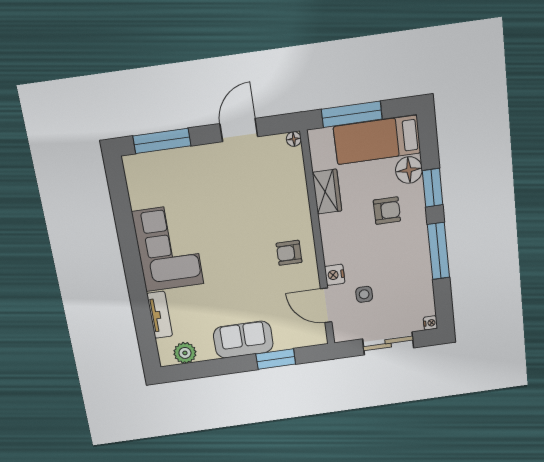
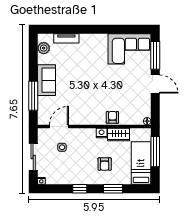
door: (239, 130) -> (155, 84), moved
floor lamp: (409, 170) -> (124, 177), removed
corner sofa: (168, 248) -> (129, 49), moved
window: (438, 251) -> (80, 189), width x0.46
armchair: (289, 253) -> (112, 117), moved
nightstand: (335, 275) -> (102, 133), moved
window: (276, 359) -> (33, 96), width x1.44

